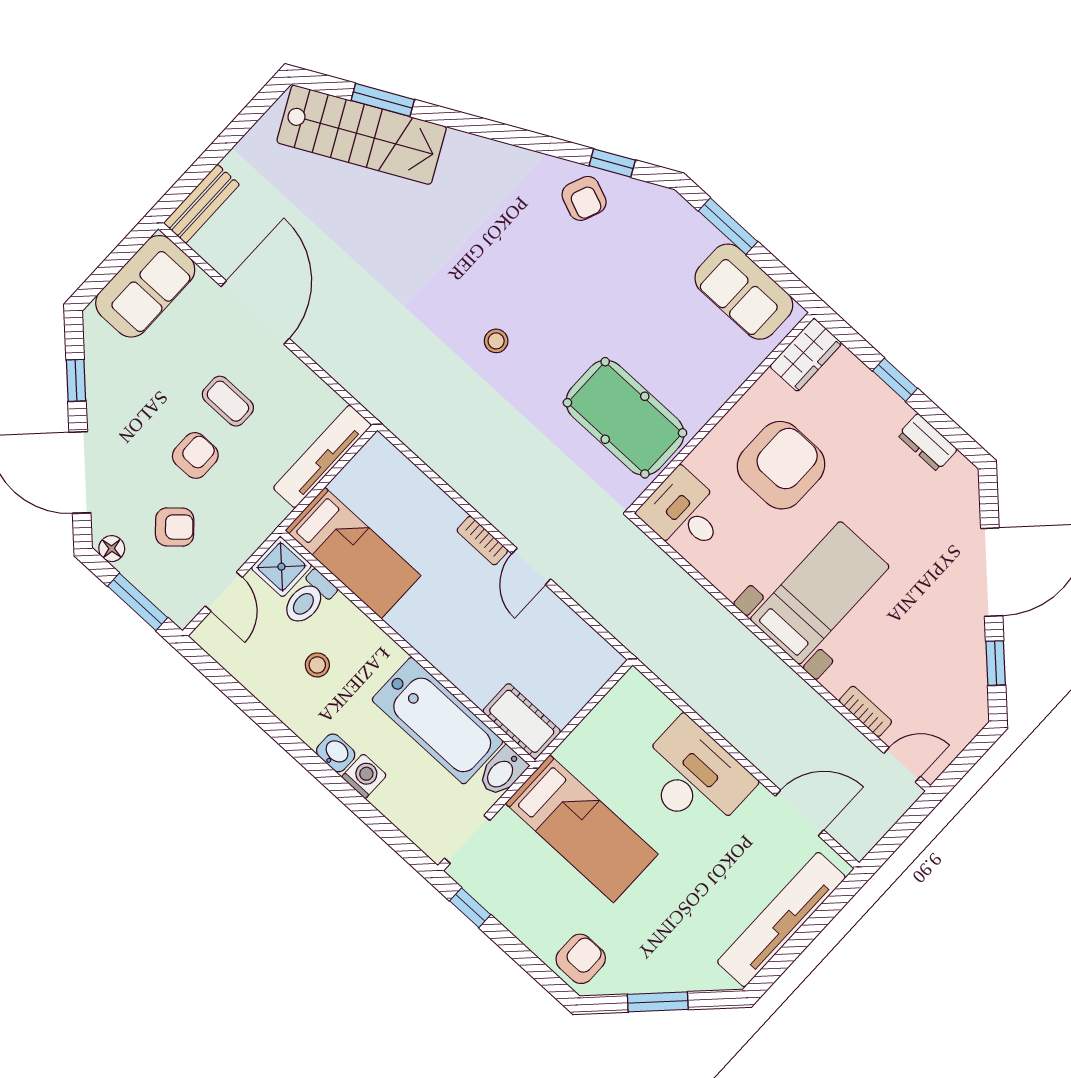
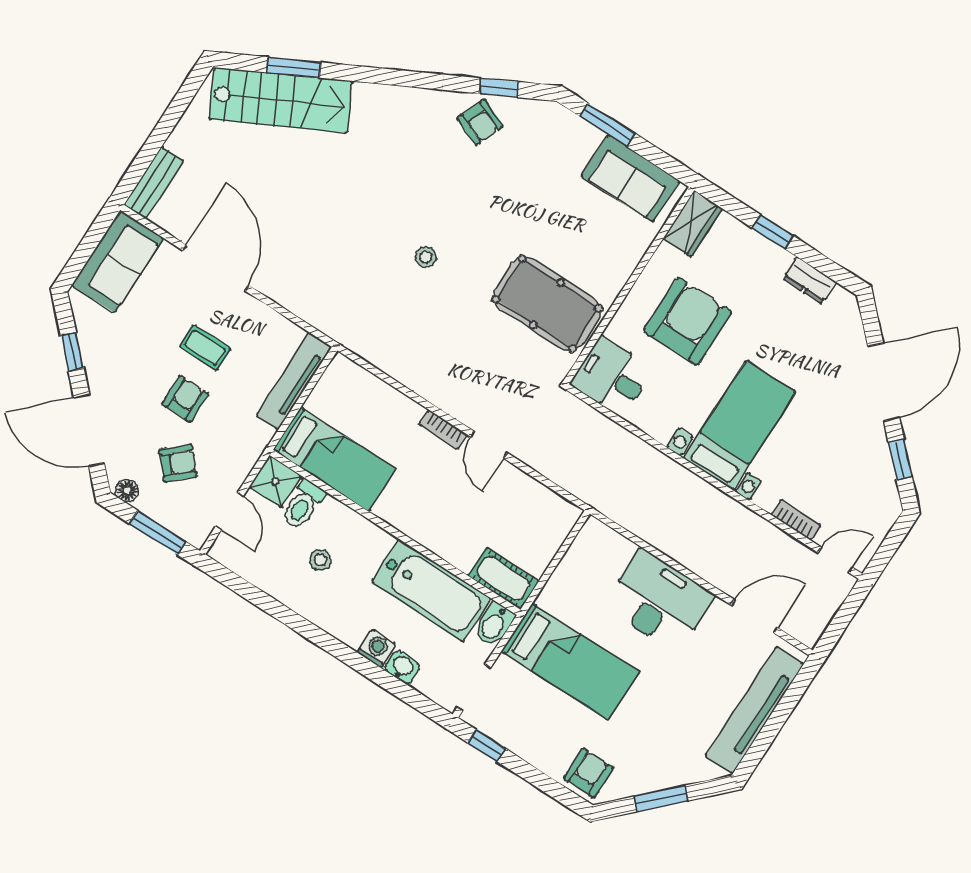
washbasin: (336, 753) -> (402, 667), moved

